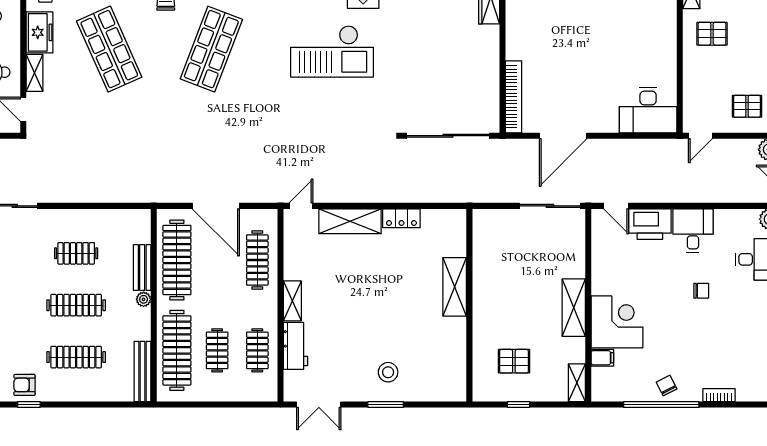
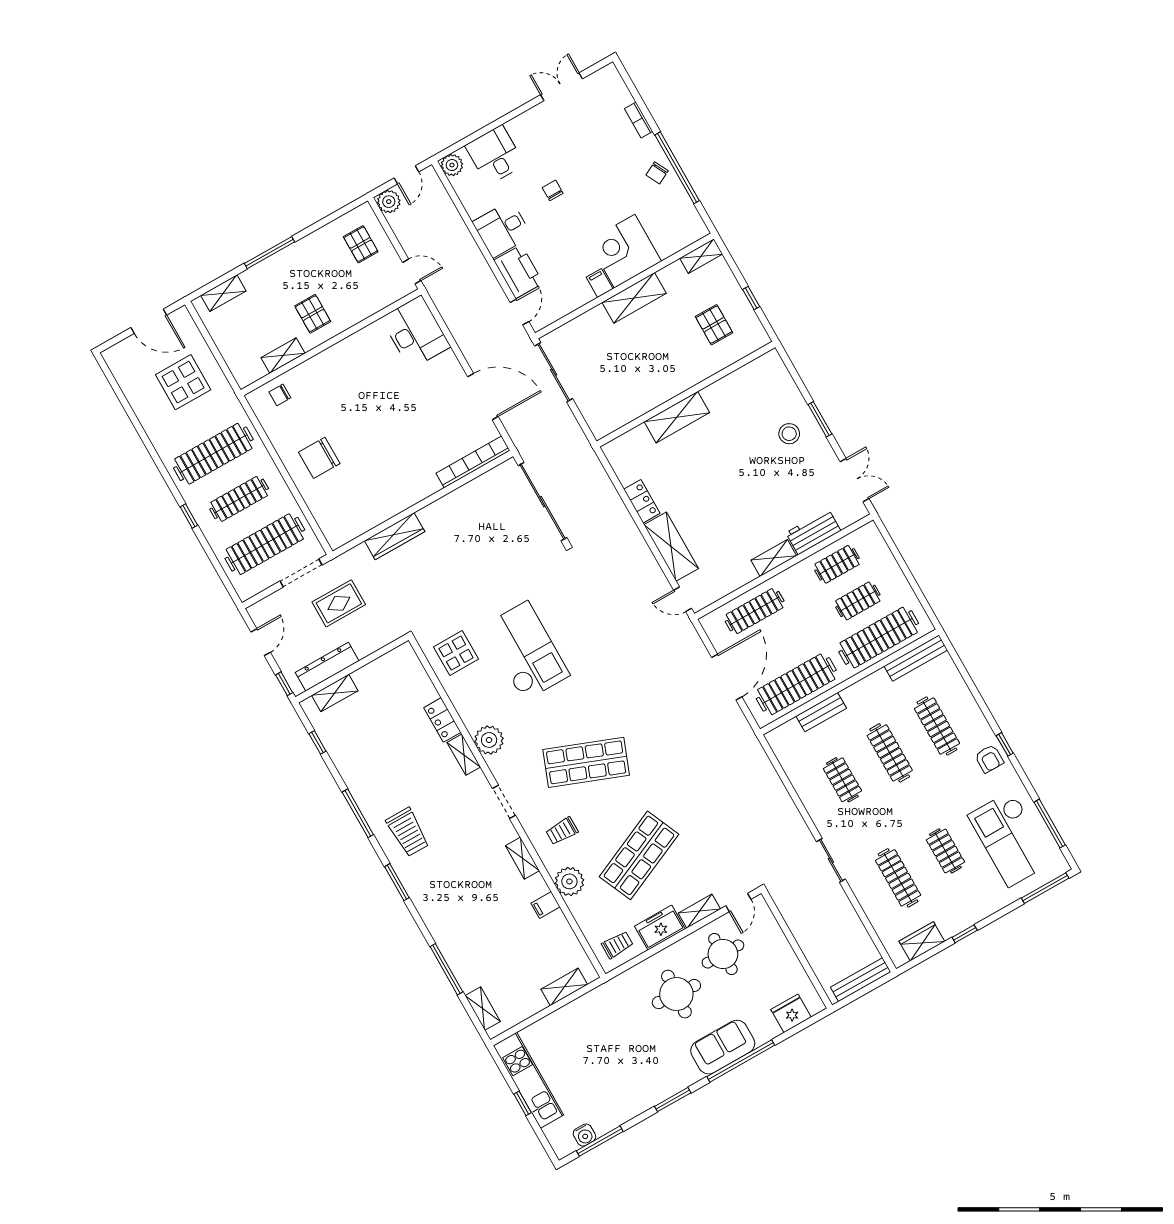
plant: (144, 299) -> (849, 694), removed
filing cabinet: (602, 358) -> (600, 283), moved

